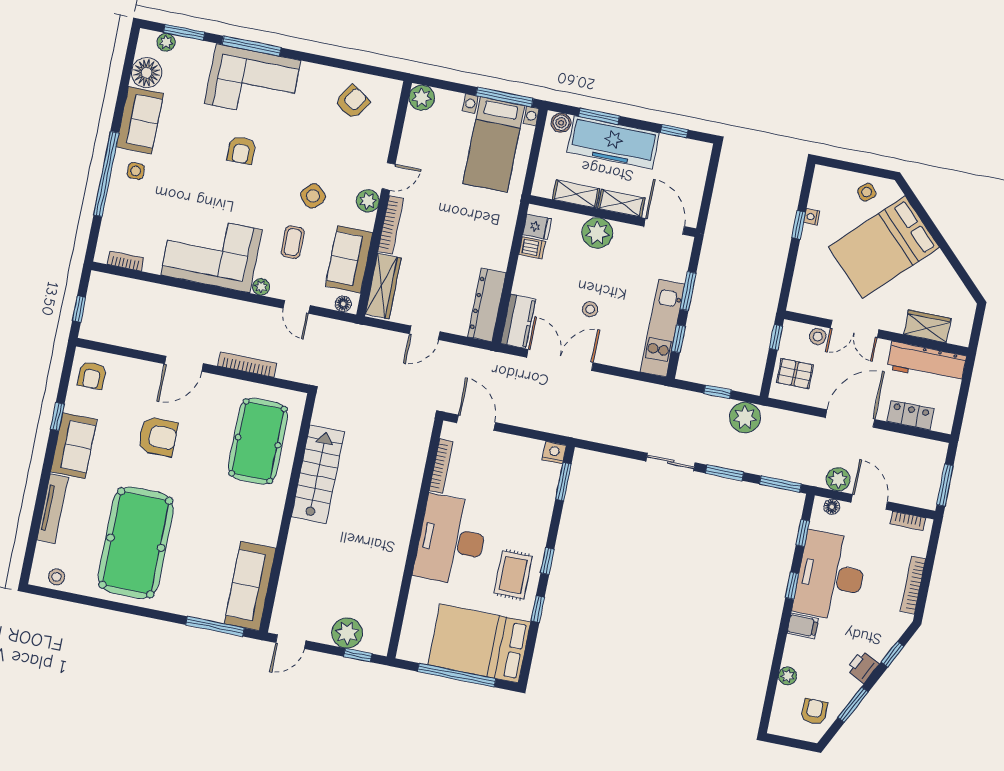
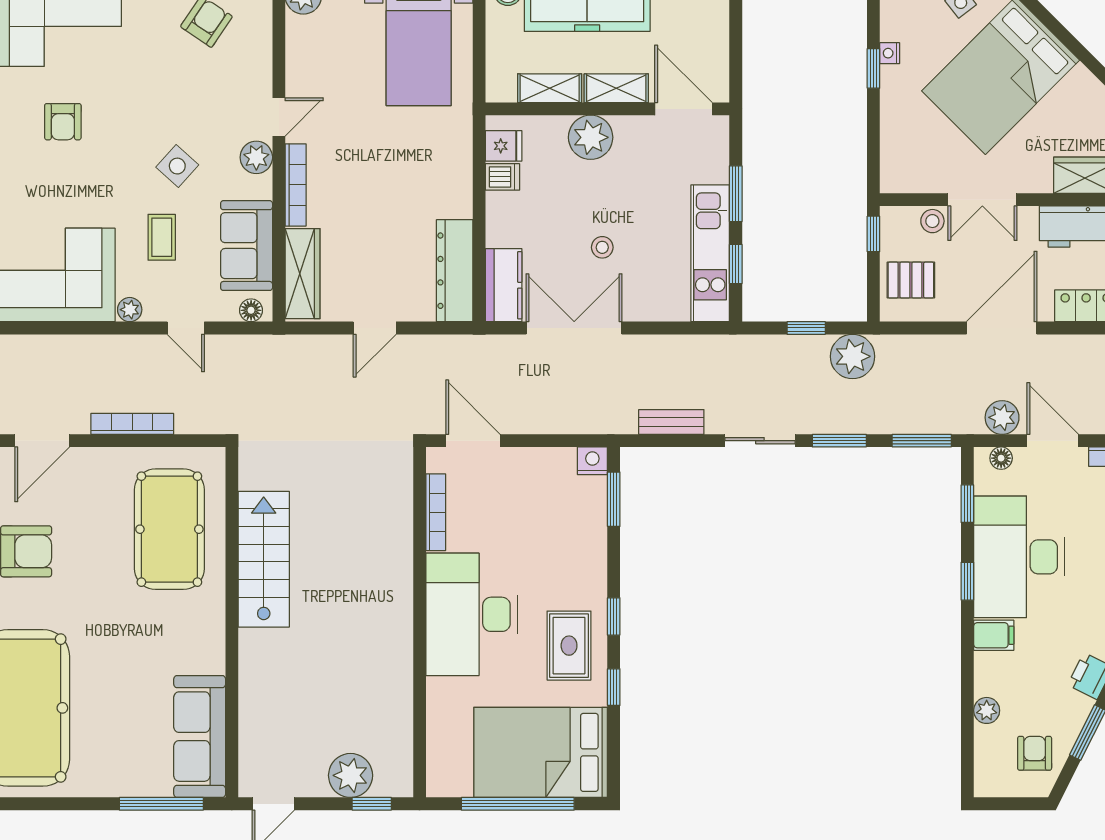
bench: (613, 437) -> (671, 422), added

